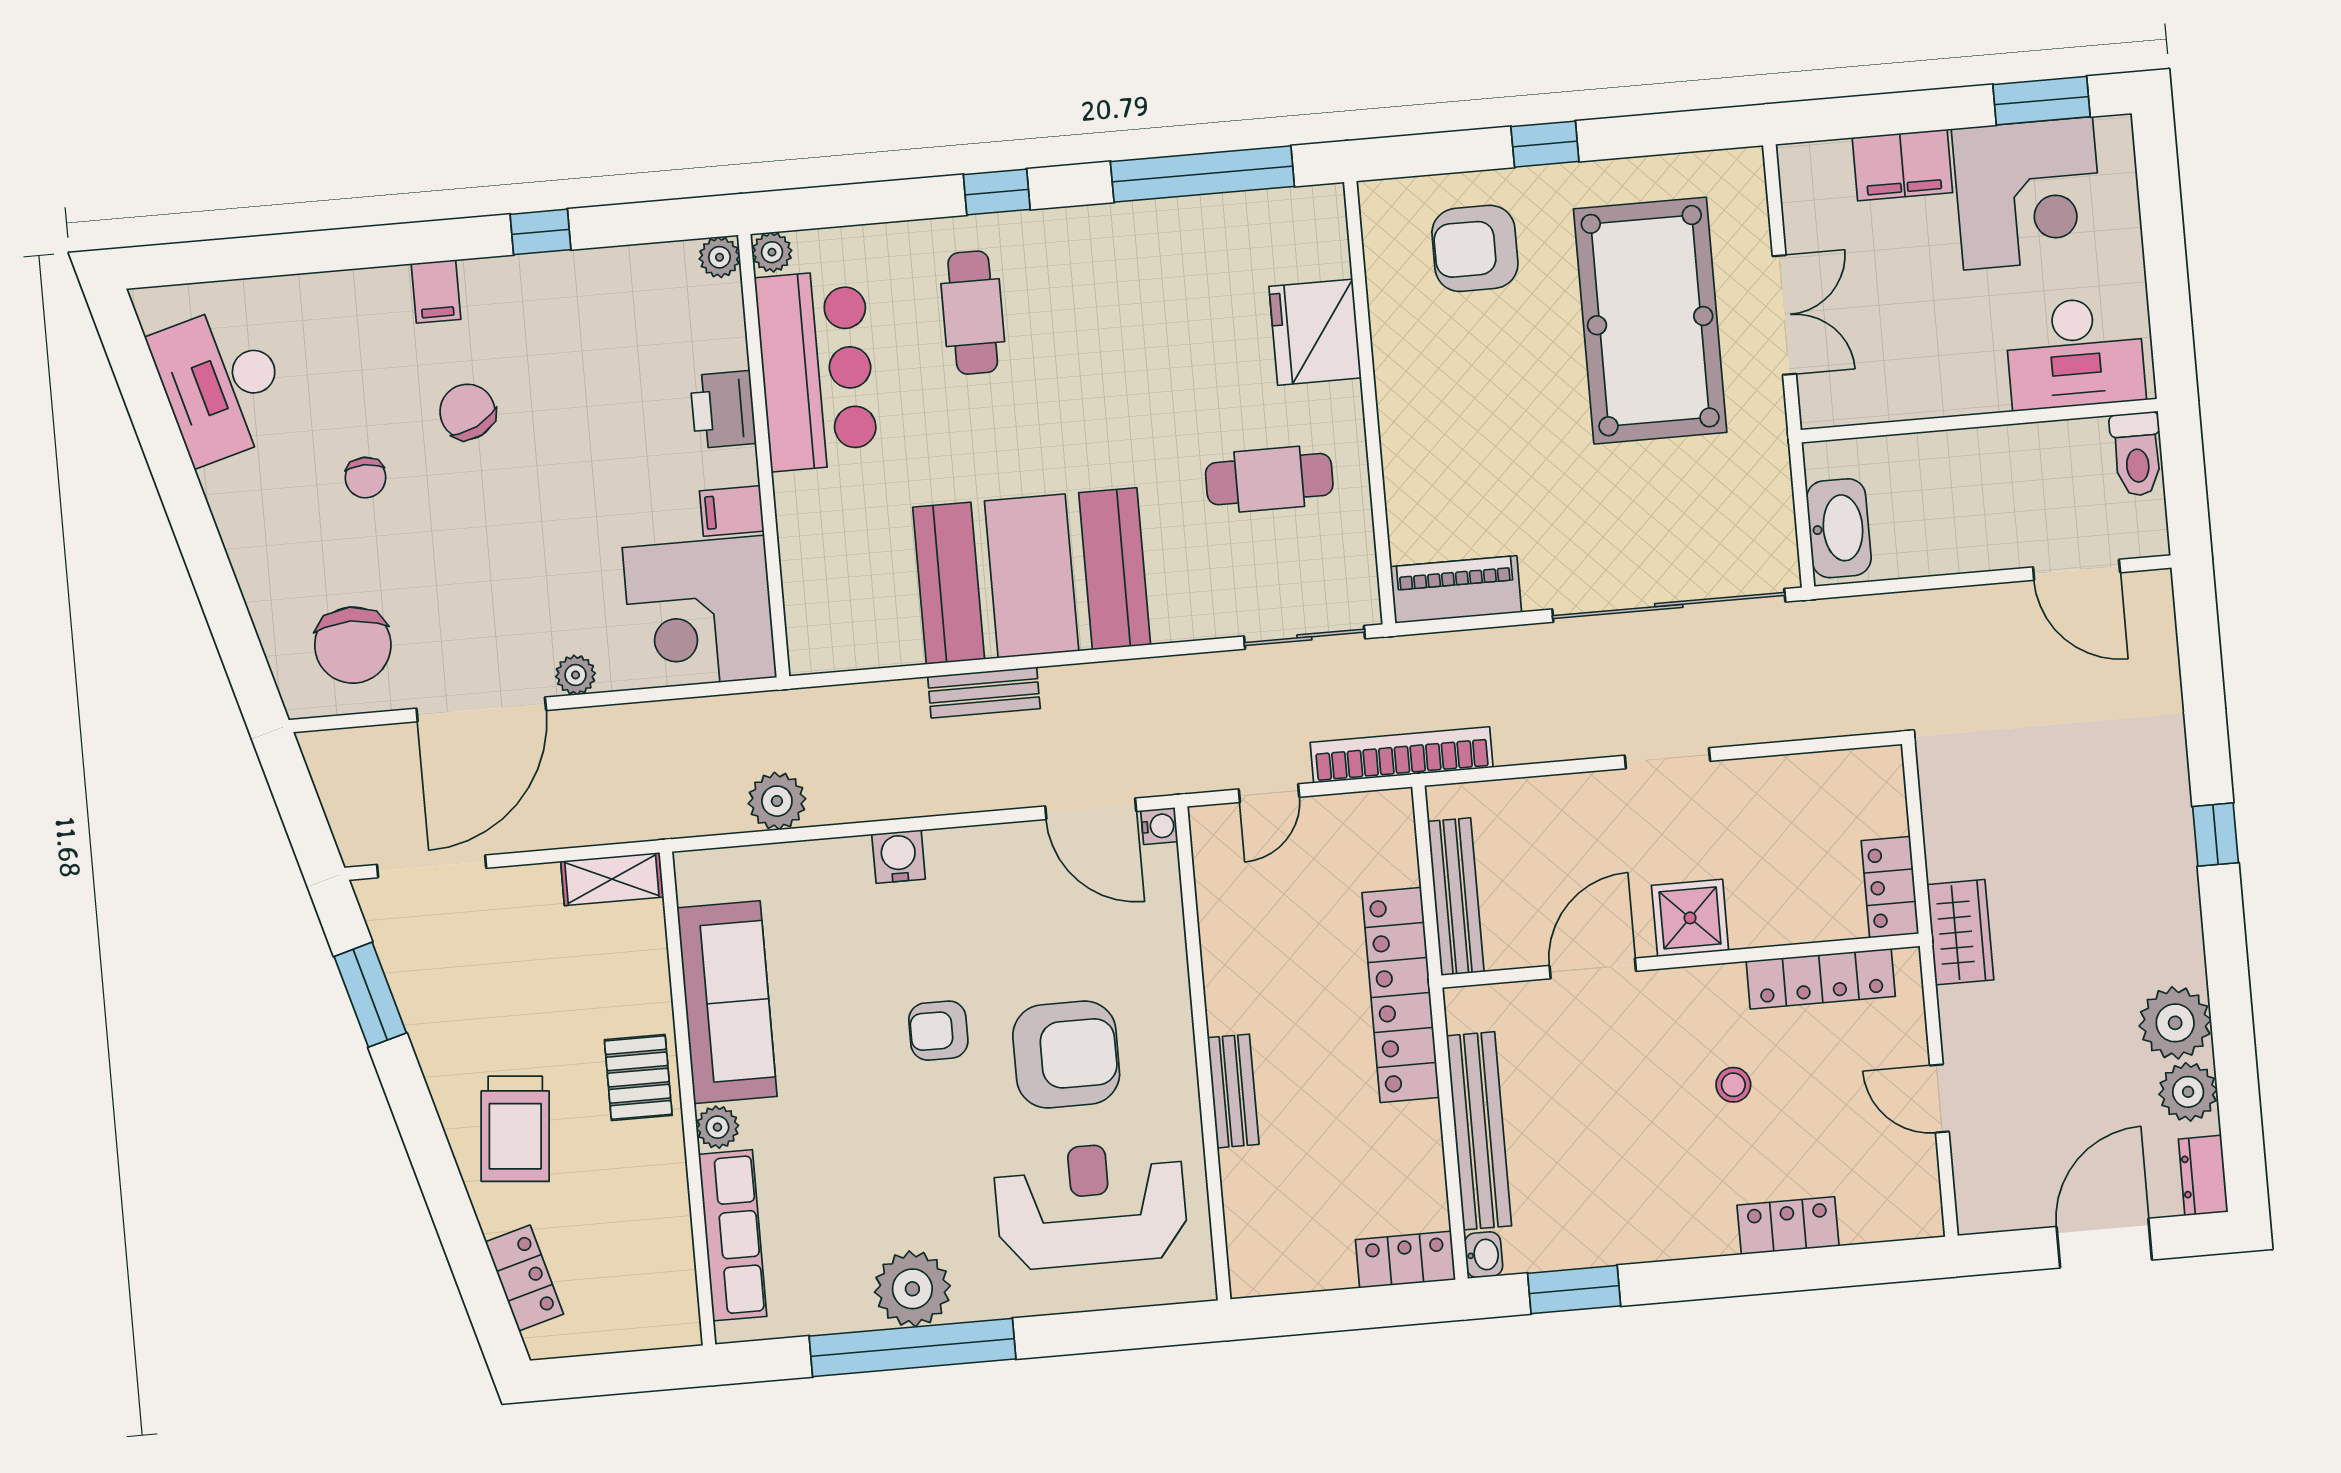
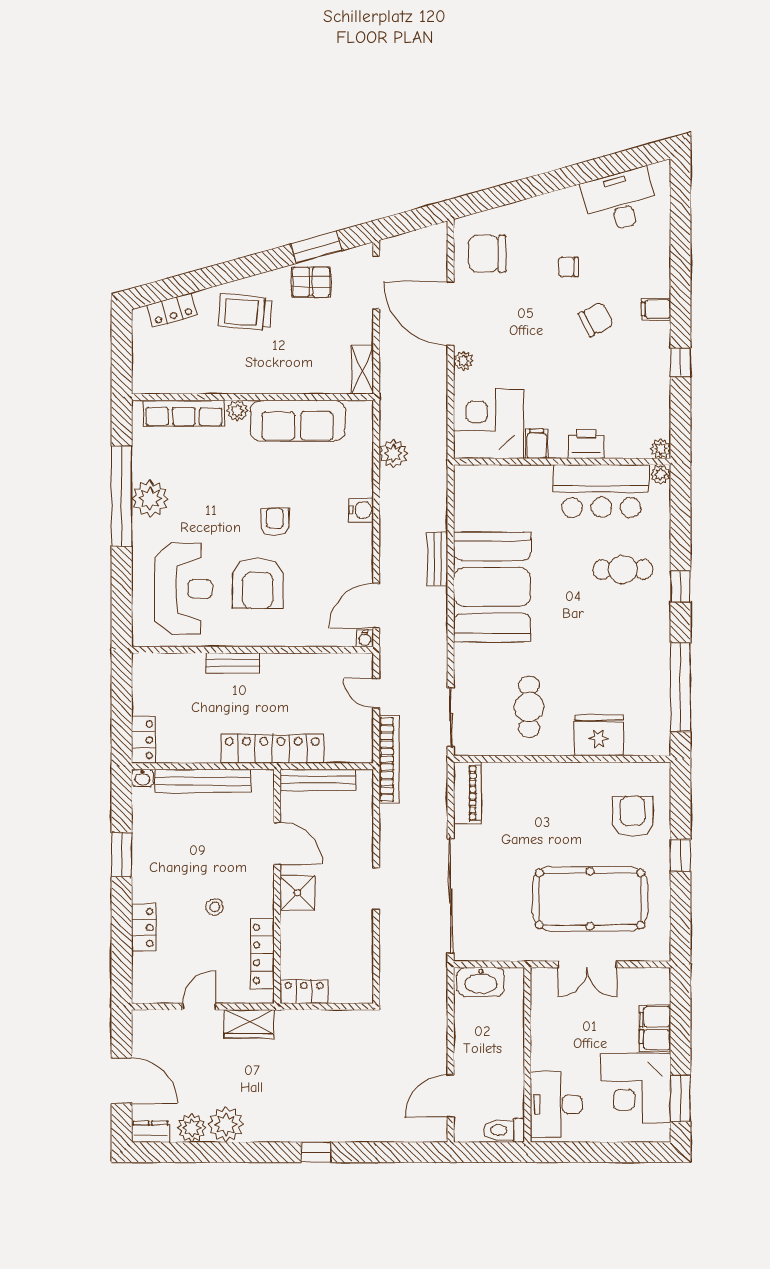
wardrobe: (1960, 932) -> (249, 1024), moved
pallet: (638, 1078) -> (311, 282), moved
window: (1574, 1290) -> (122, 855), moved

